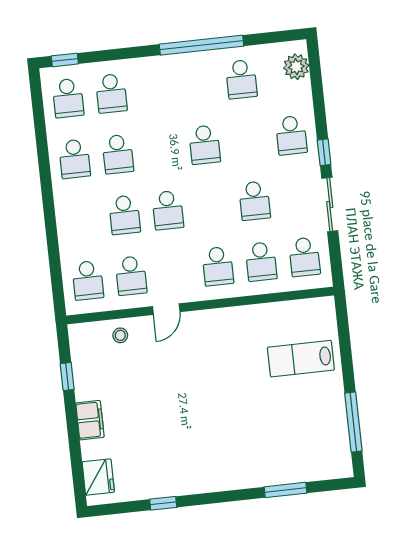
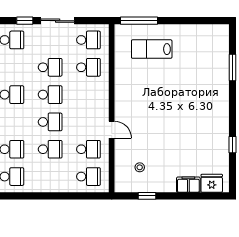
school desk: (218, 266) -> (50, 95), moved
stool: (120, 335) -> (140, 167), moved
lab bench: (301, 359) -> (152, 49), turned 90
filing cabinet: (90, 420) -> (188, 185), moved
window: (353, 422) -> (139, 21), moved

